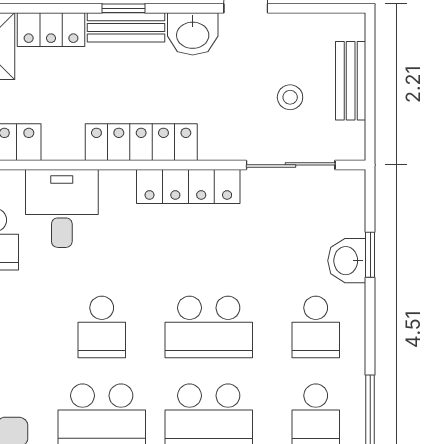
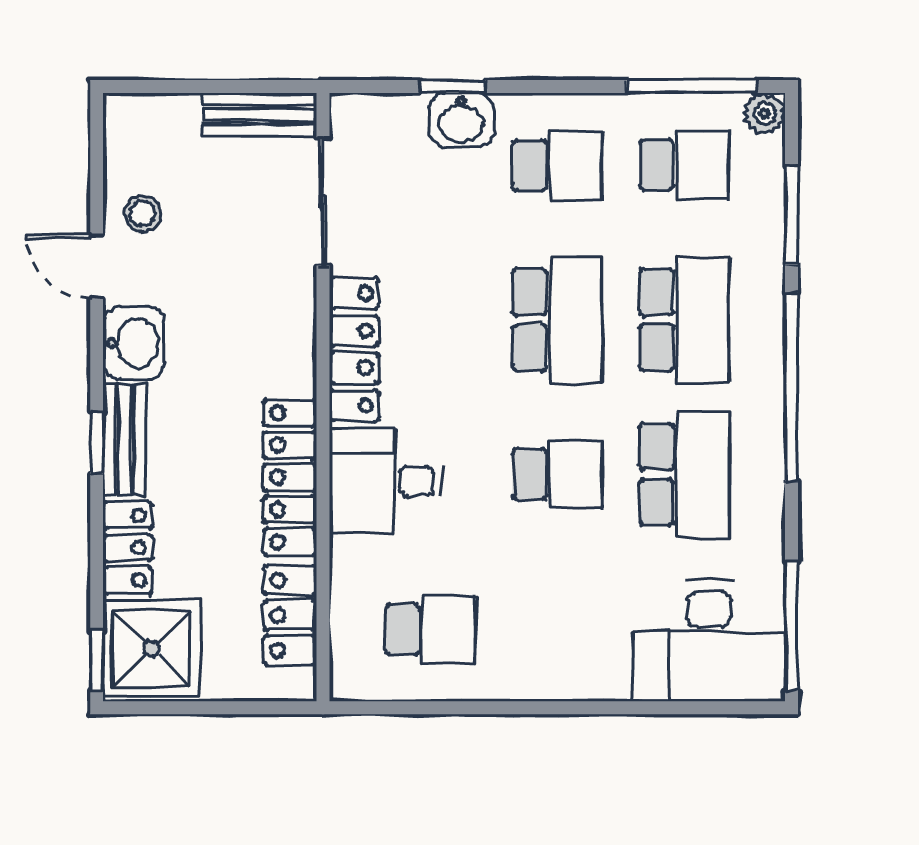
bench: (351, 81) -> (260, 115), moved
stool: (290, 97) -> (142, 213), moved
locker: (141, 142) -> (290, 477), moved
desk: (62, 208) -> (386, 481), moved

